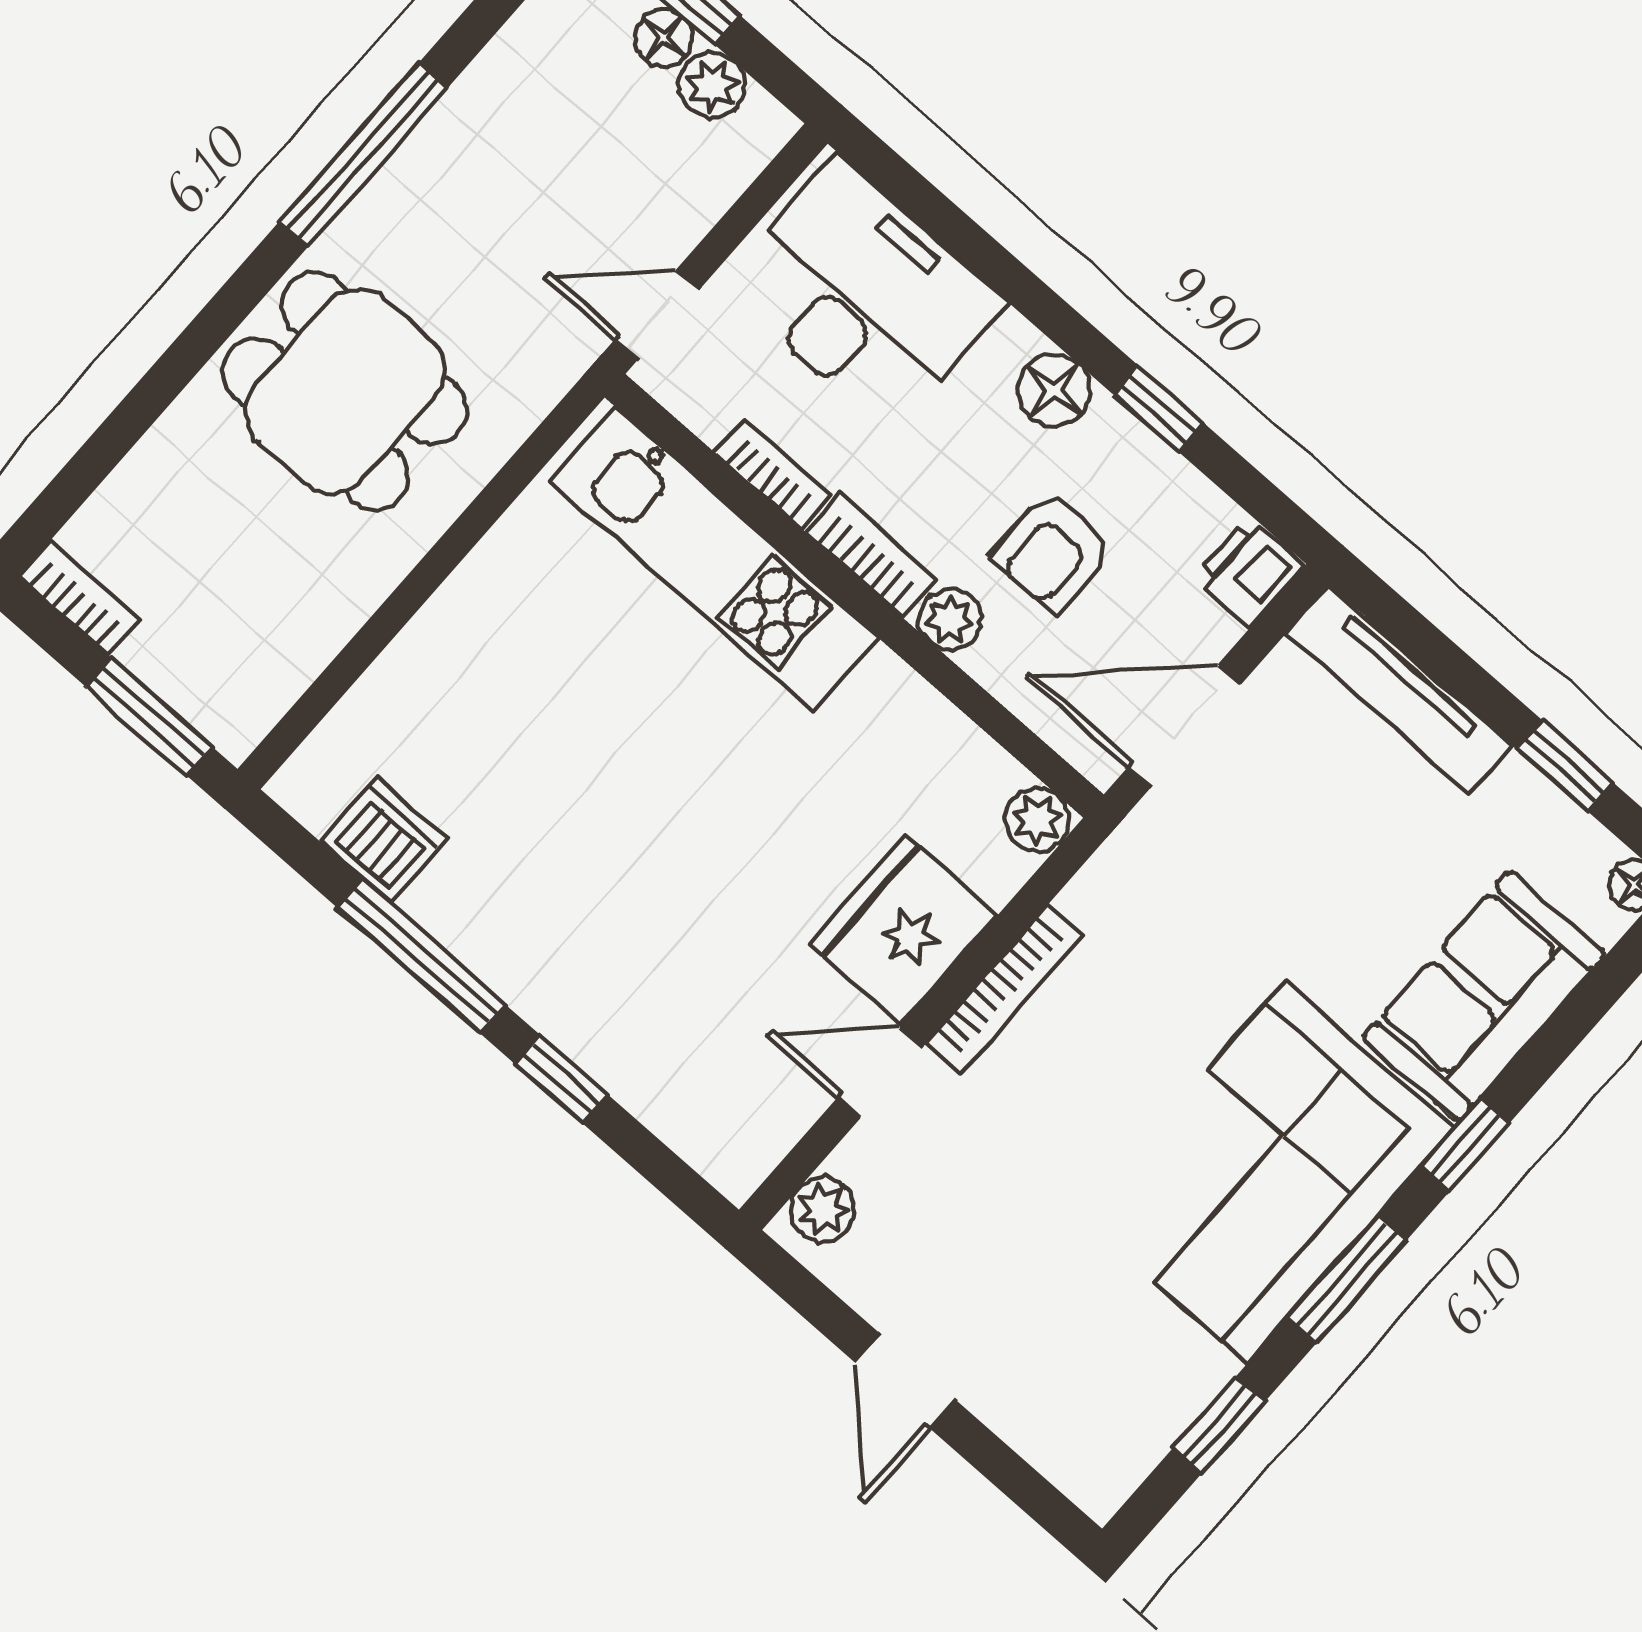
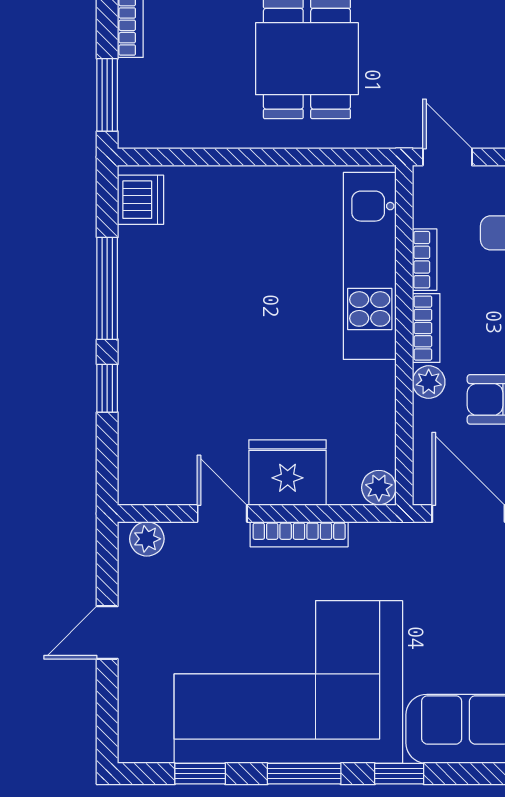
dishwasher: (384, 840) -> (141, 200), moved
corner sofa: (1267, 1172) -> (288, 682), width x1.36, depth x1.36

